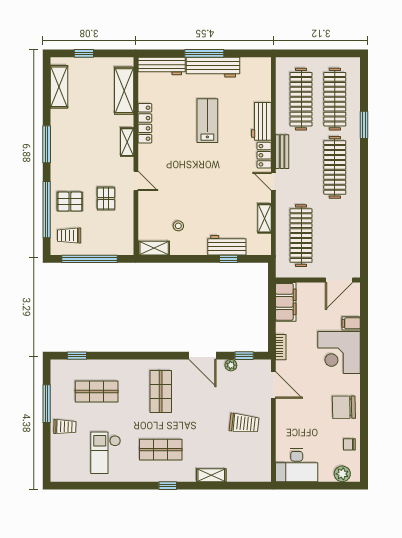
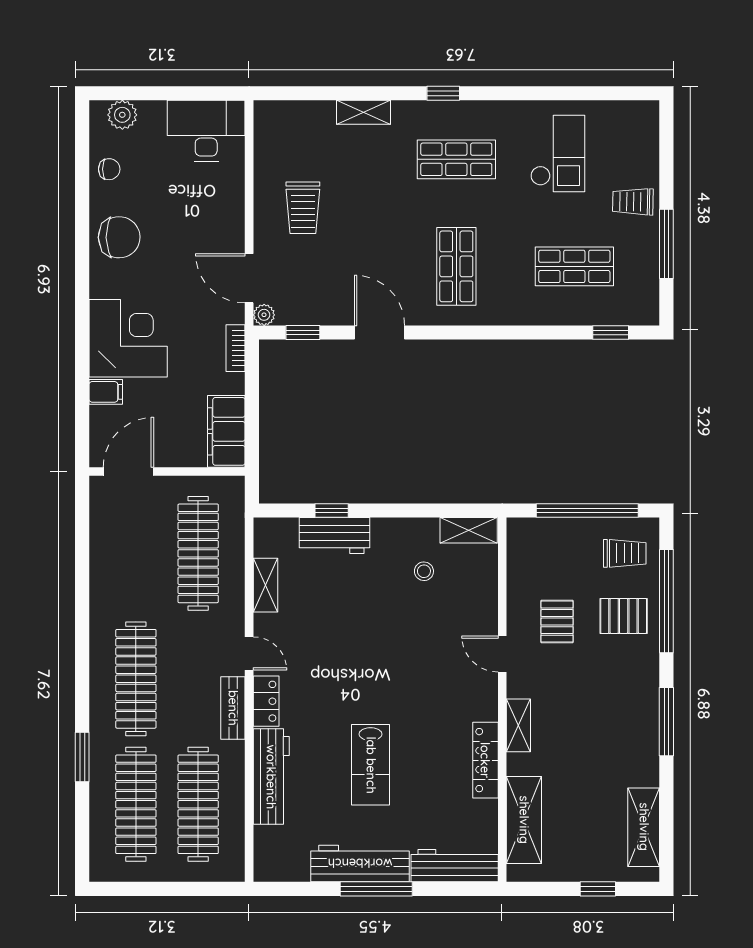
workbench: (261, 121) -> (271, 777), width x1.38
plant: (231, 365) -> (264, 315), moved
trolley: (244, 423) -> (303, 208), turned -96

